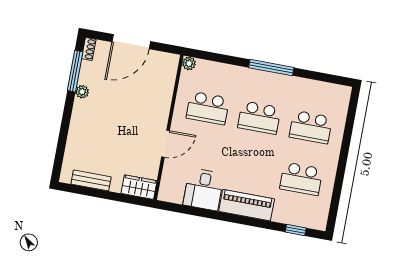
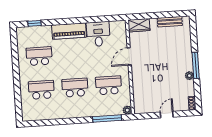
door: (131, 42) -> (167, 115), width x0.53
window: (271, 68) -> (107, 119), moved
window: (75, 71) -> (196, 65), moved

